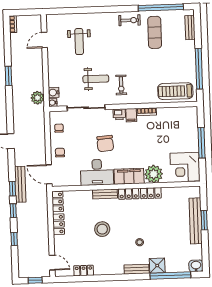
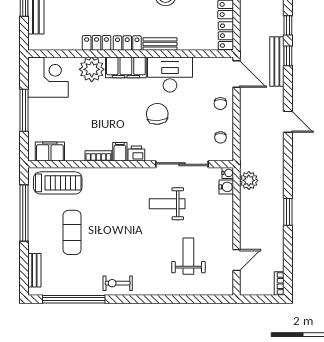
exercise mat: (155, 32) -> (72, 232), moved
exercise bike: (121, 85) -> (132, 194), removed
filing cabinet: (182, 114) -> (50, 151), added

